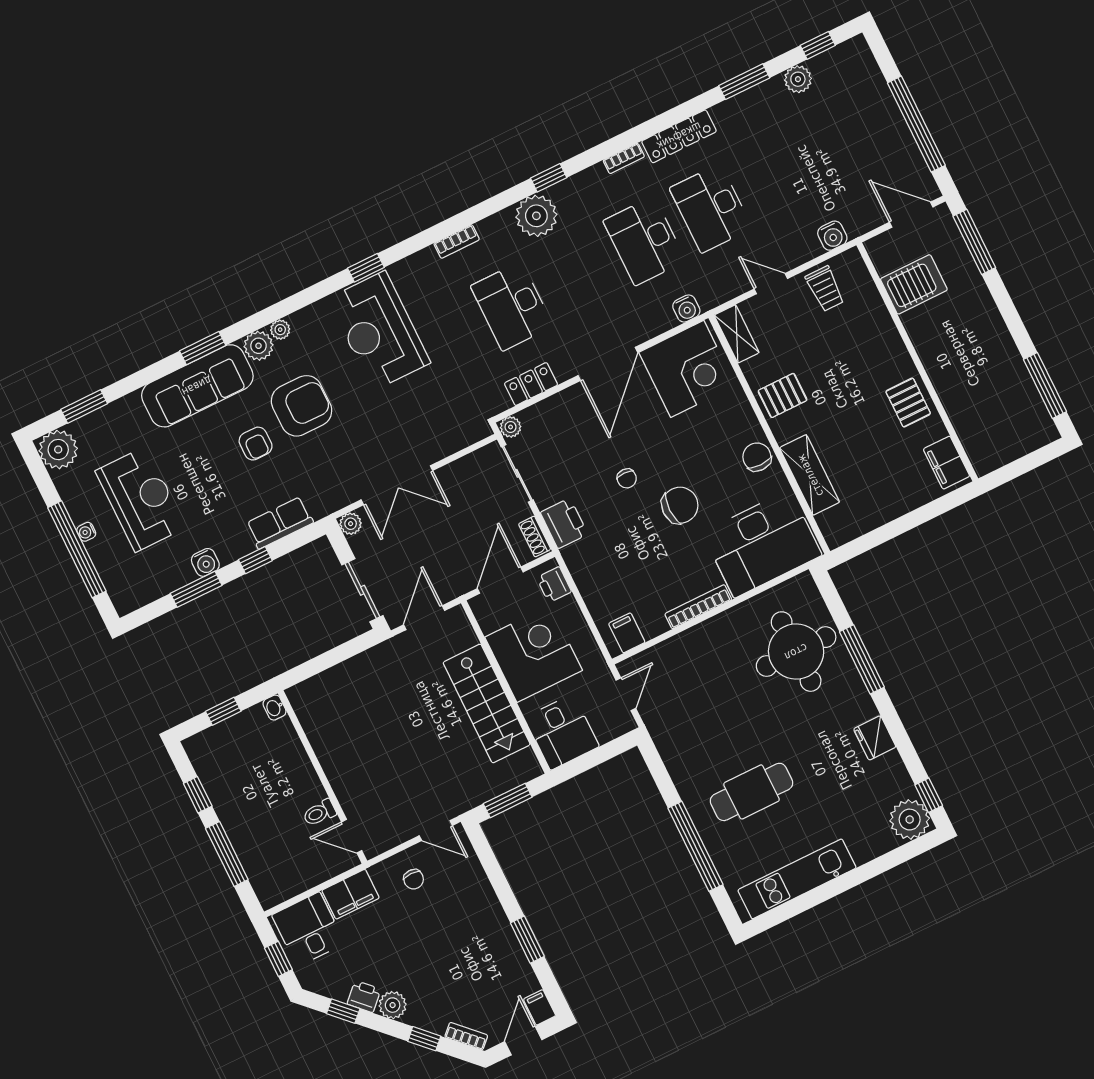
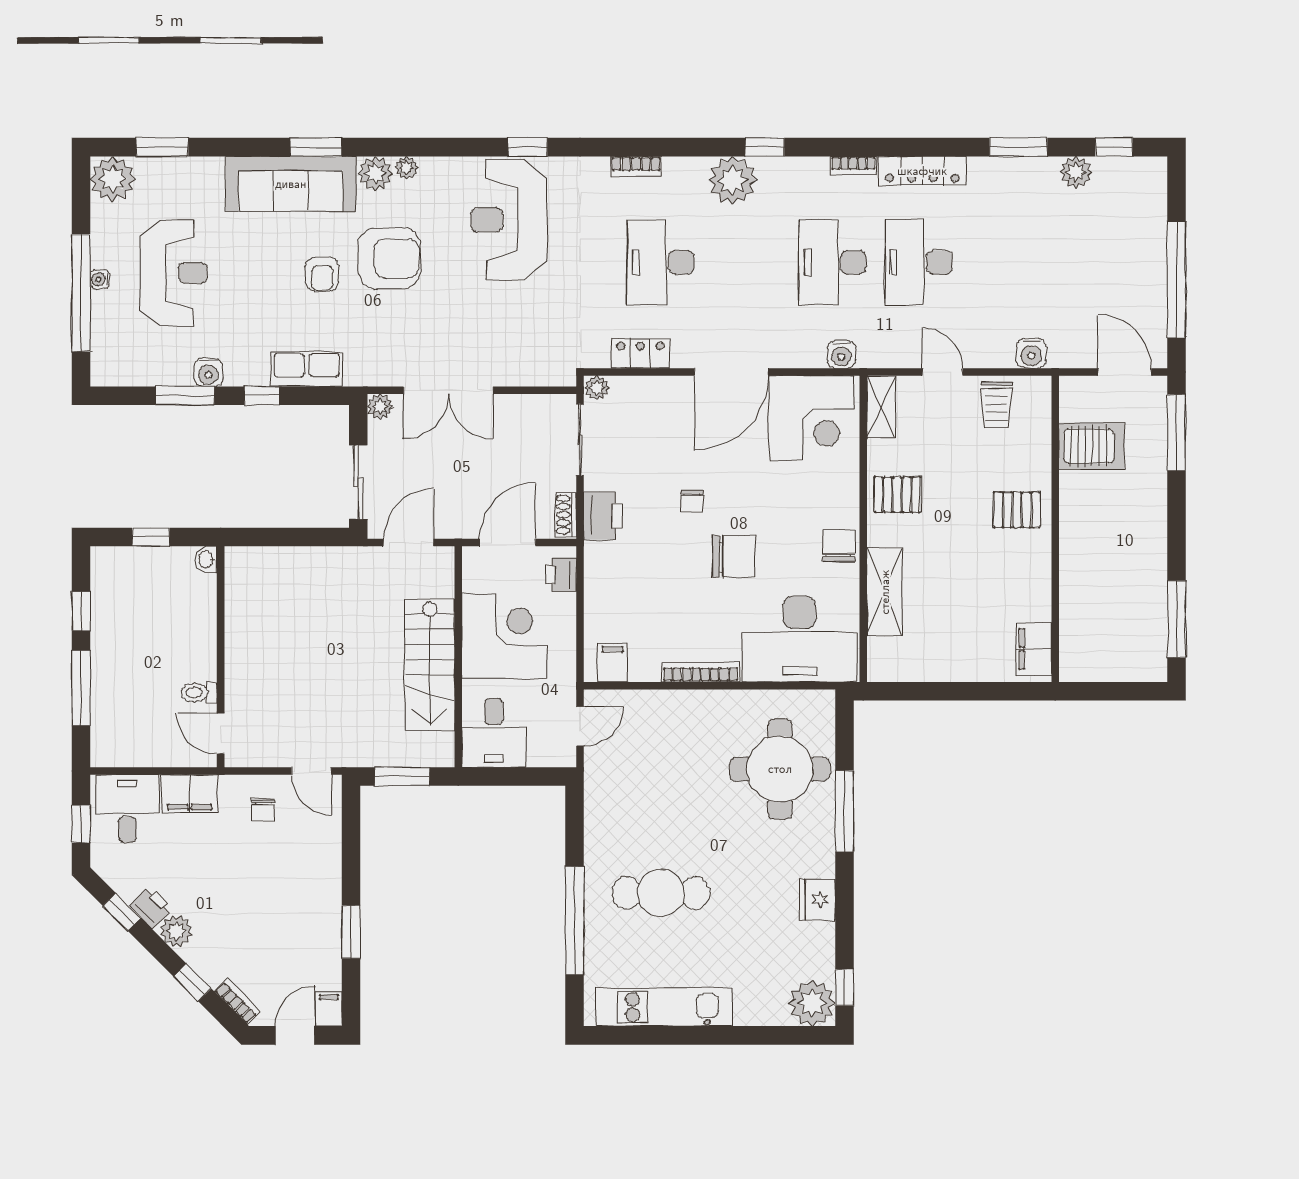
pallet: (908, 403) -> (1017, 510), moved, turned 90

